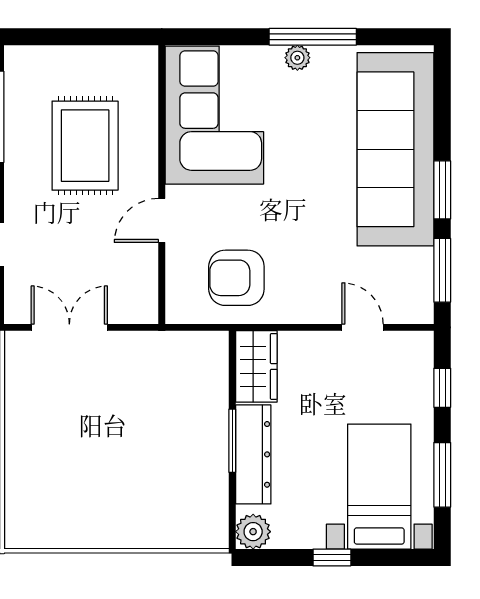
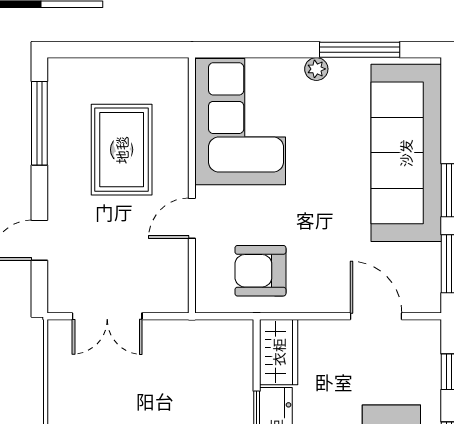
window: (313, 37) -> (360, 50), moved
double door: (69, 327) -> (107, 316), swing flipped
door: (362, 327) -> (376, 316), width x1.38

